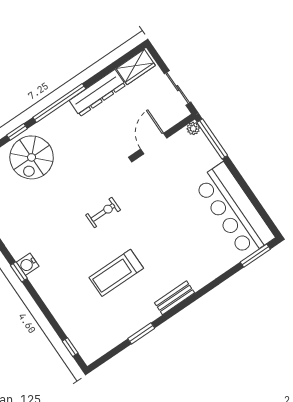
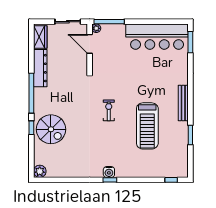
door: (154, 143) -> (90, 44), moved
treadmill: (116, 273) -> (147, 126), width x1.37, depth x1.38
bench: (174, 298) -> (183, 103), width x1.36

